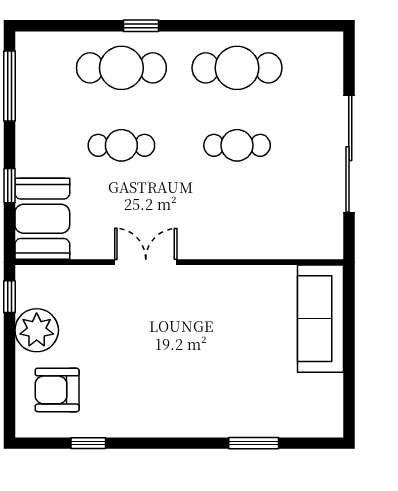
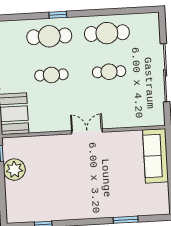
double door: (146, 262) -> (87, 131), moved
armchair: (57, 390) -> (26, 199), removed

